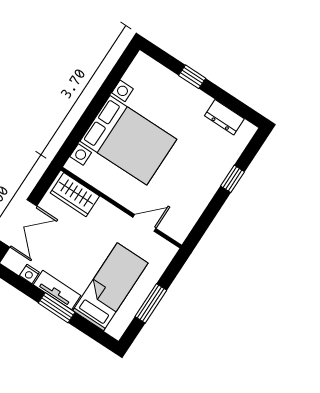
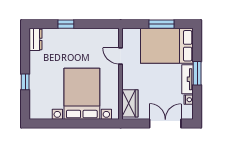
dresser: (224, 117) -> (35, 39), moved
bed: (110, 287) -> (167, 46), width x1.50

